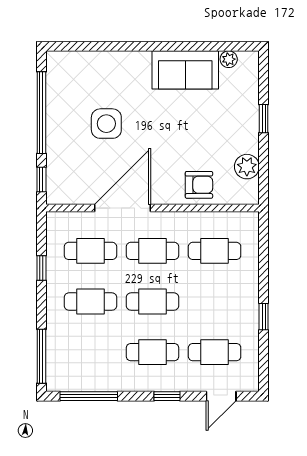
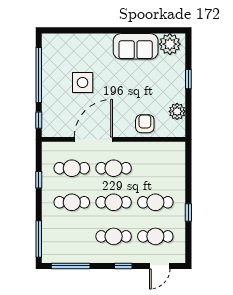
plant: (229, 59) -> (170, 44), width x1.88, depth x1.88
armchair: (199, 185) -> (145, 124), turned -90
cafe table: (215, 251) -> (155, 202), moved

